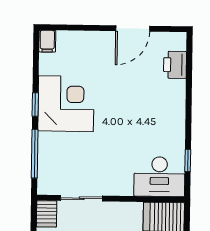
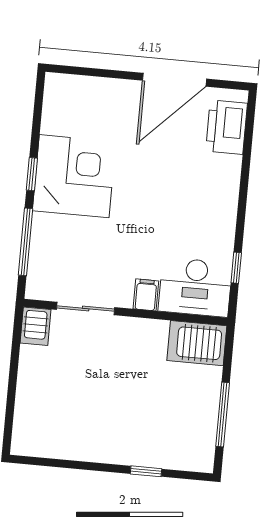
door: (133, 28) -> (174, 80), width x1.36
filing cabinet: (47, 41) -> (146, 295), moved, turned 180
printer: (175, 65) -> (227, 127), width x1.37, depth x1.19

